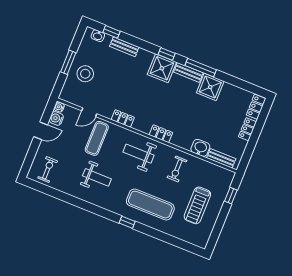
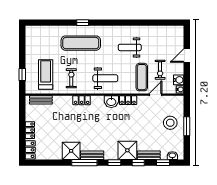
window: (140, 43) -> (138, 163), added
shower: (162, 68) -> (127, 150), moved
door: (41, 131) -> (187, 56), moved
locker: (161, 134) -> (82, 100), moved
washbasin: (200, 148) -> (111, 102), moved
exercise bike: (48, 169) -> (160, 70), moved
treadmill: (197, 205) -> (46, 74), moved
window: (127, 222) -> (83, 23), moved

